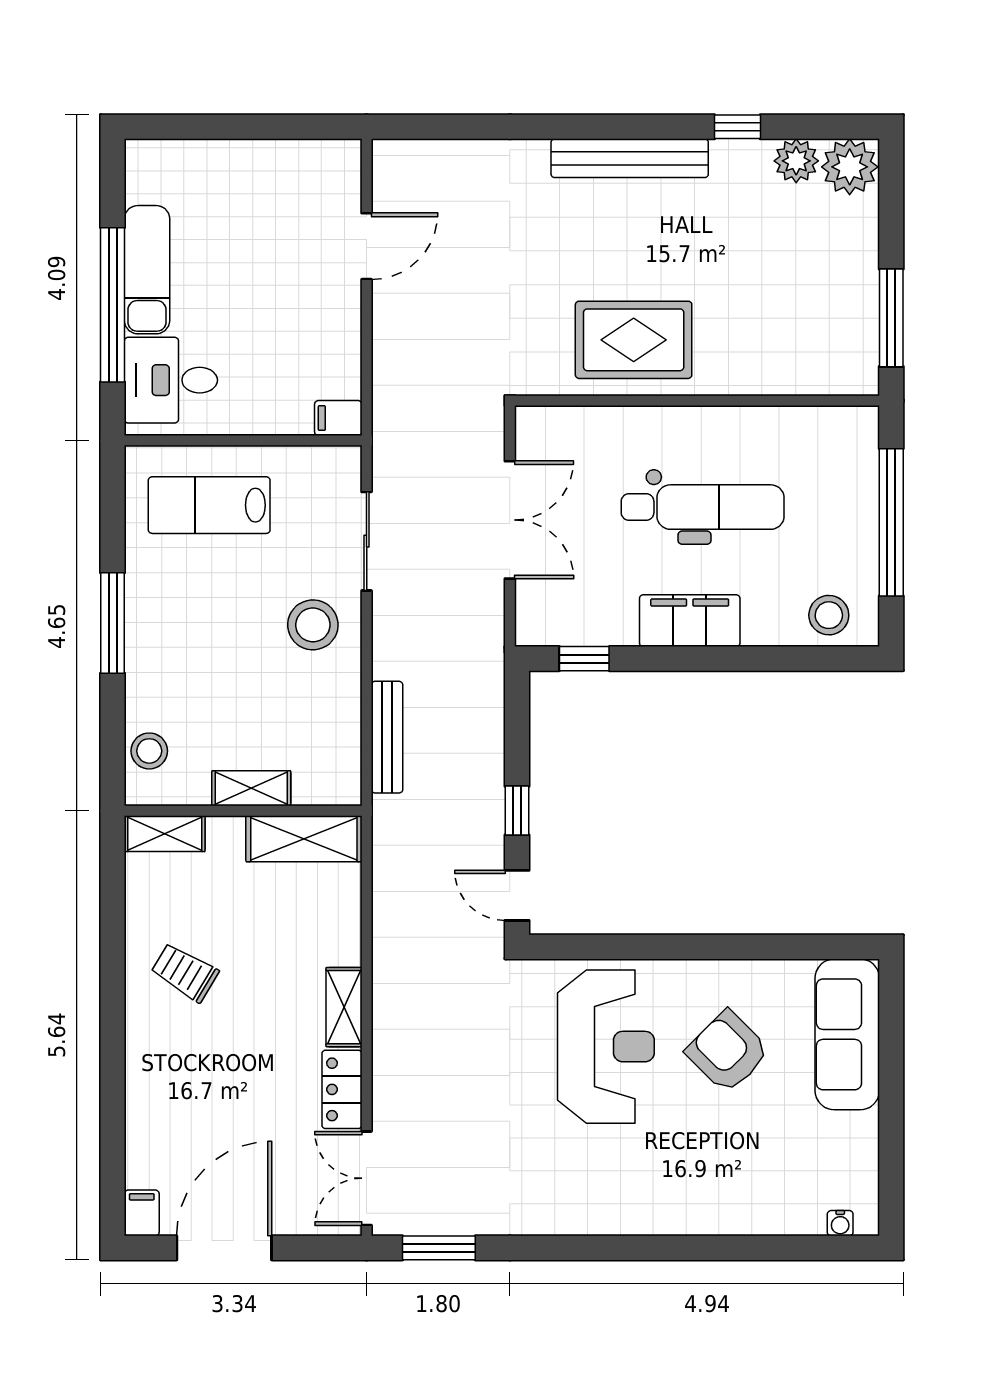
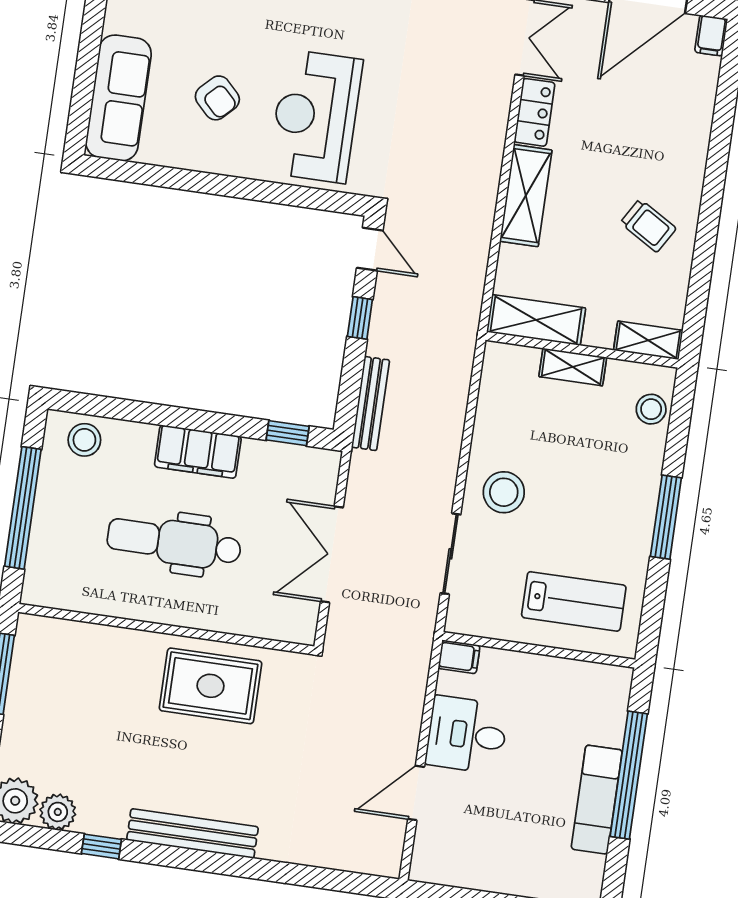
desk: (171, 380) -> (467, 735), moved, turned 180
bench: (387, 737) -> (370, 404), moved
shelving: (344, 1007) -> (526, 196), width x1.50, depth x1.33
armchair: (728, 1052) -> (217, 98), width x0.72, depth x0.72

